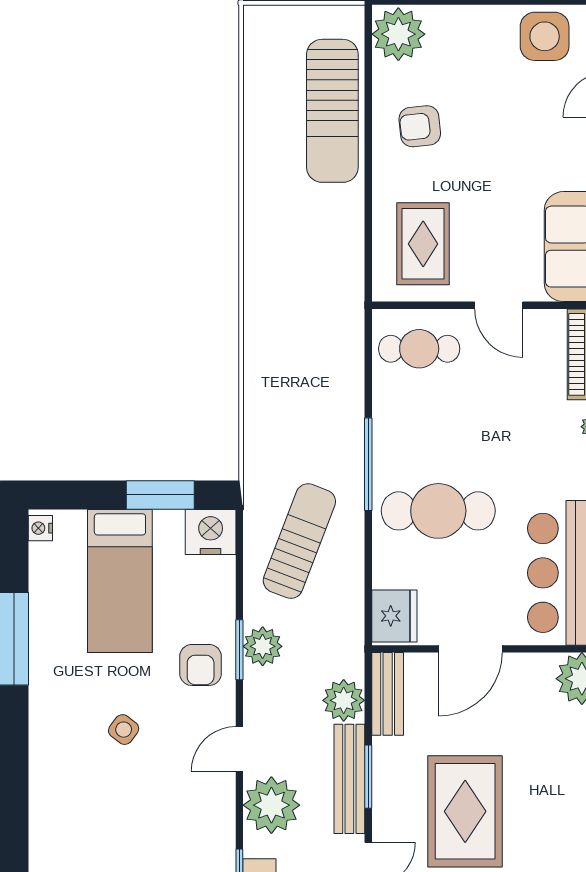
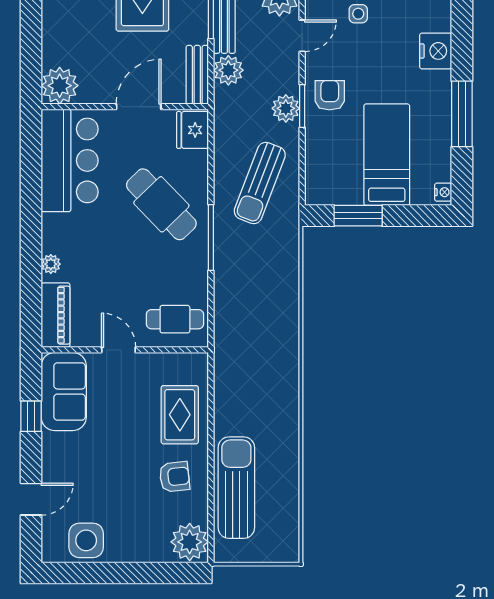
rug: (423, 244) -> (180, 415), moved
cafe table: (438, 511) -> (161, 204), turned 46
nightstand: (211, 532) -> (436, 51), moved, turned -90
side table: (124, 730) -> (358, 14), moved, turned -37

